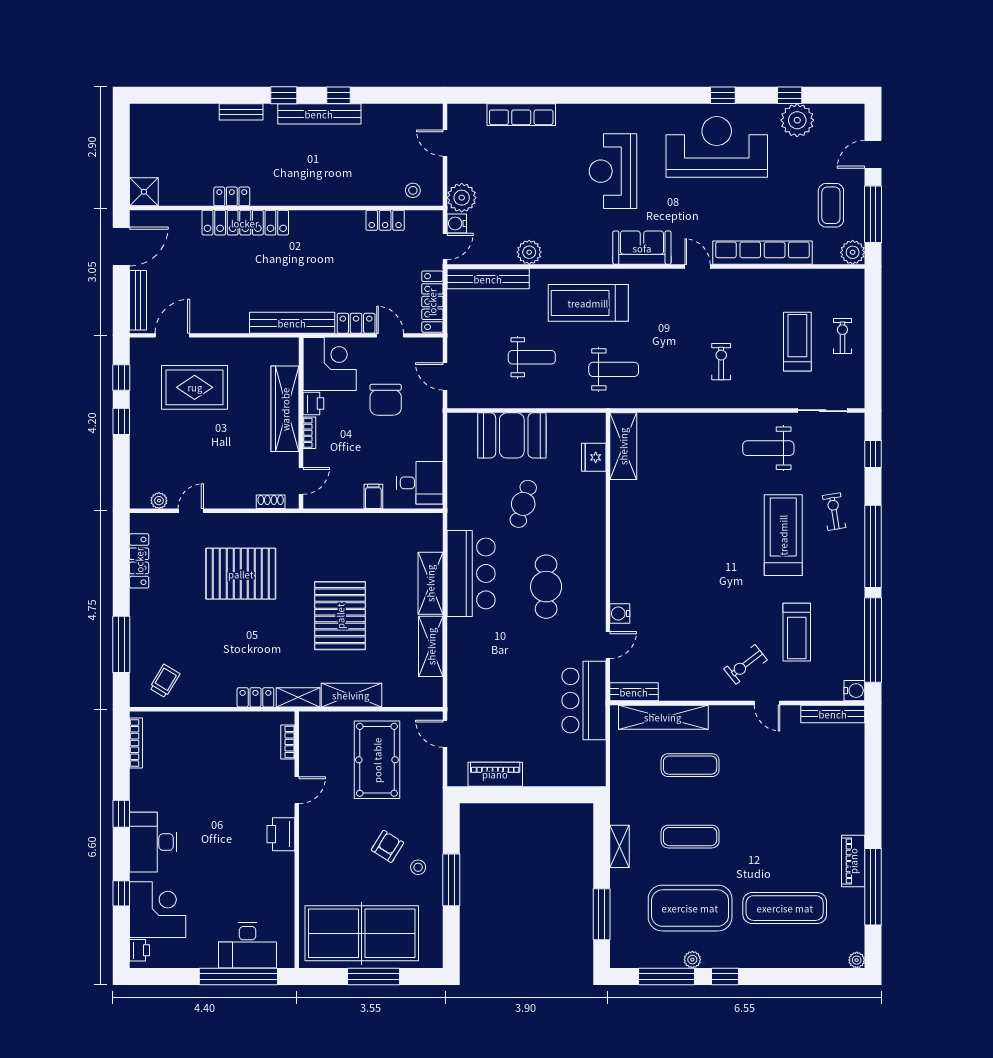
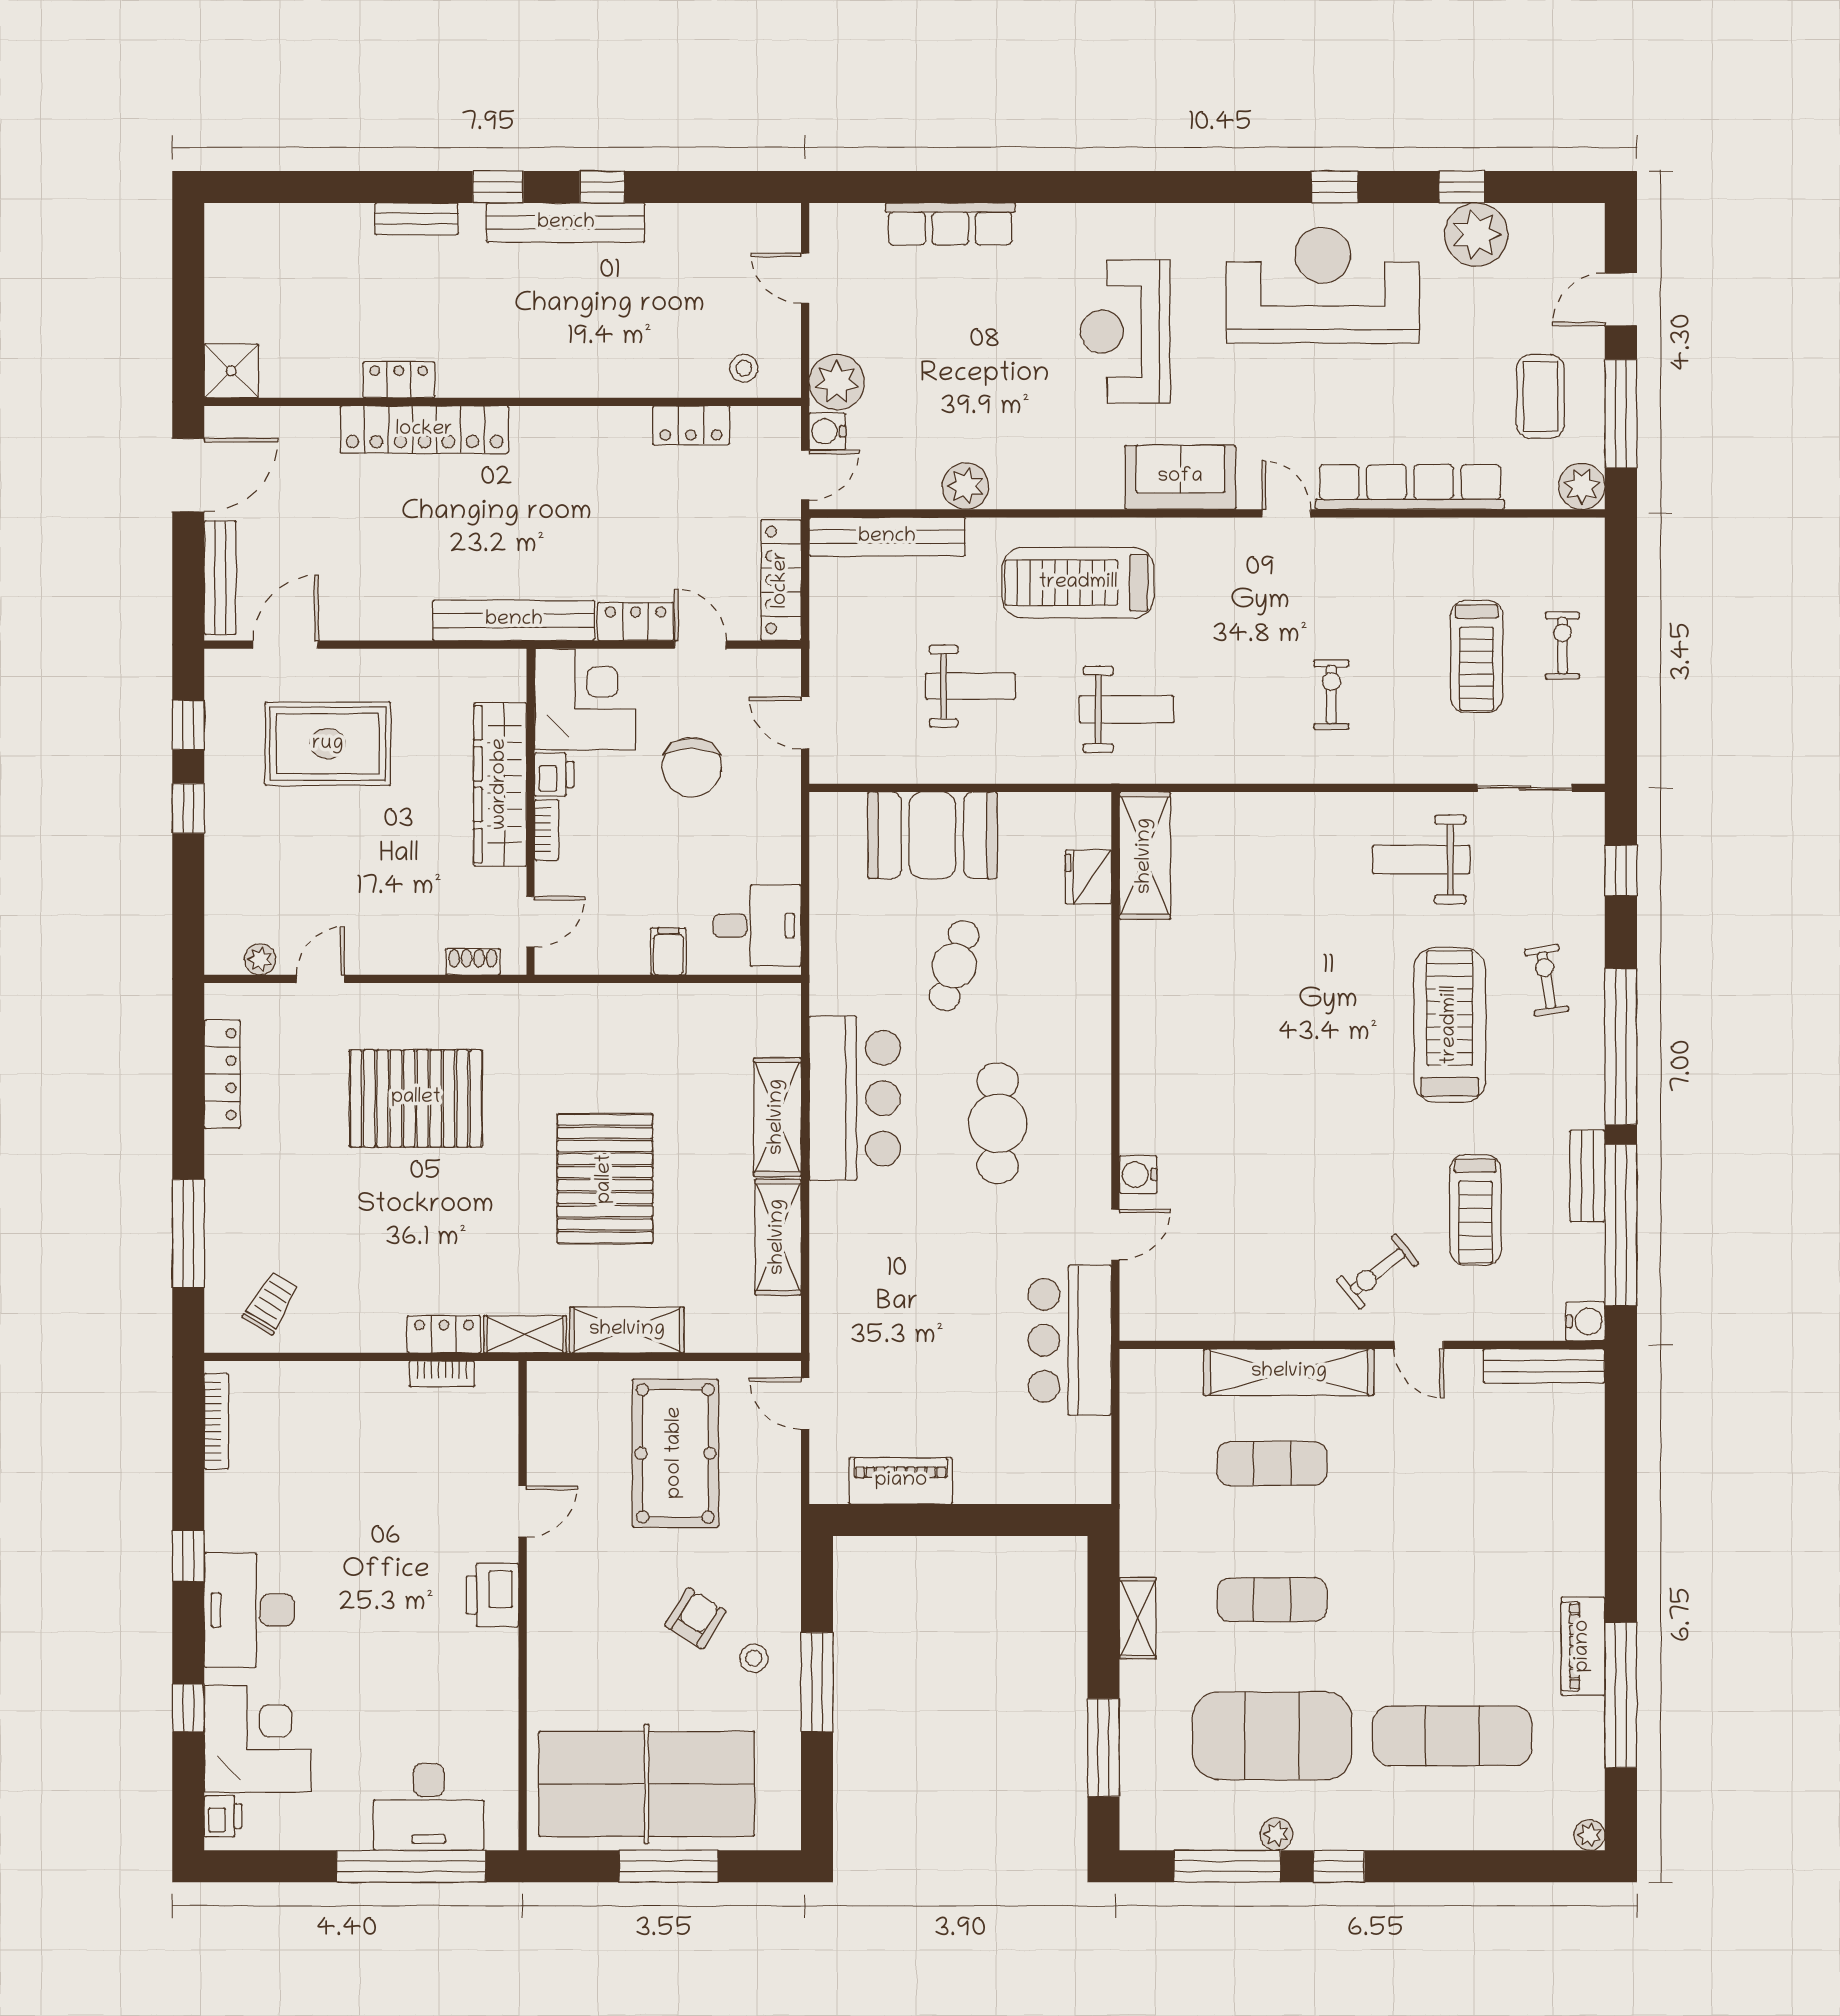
treadmill: (797, 342) -> (1477, 656), turned 180
bench: (634, 692) -> (1587, 1176), moved, turned 90
shelving: (663, 717) -> (1289, 1372), moved
bookcase: (288, 742) -> (442, 1374), moved, turned -90

